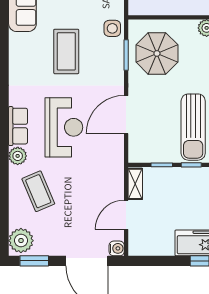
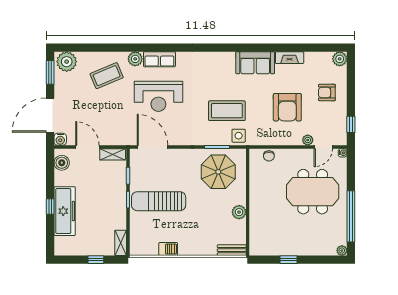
coffee table: (66, 51) -> (227, 111), moved
door: (126, 115) -> (152, 147), moved
boiler: (146, 247) -> (62, 163), added

